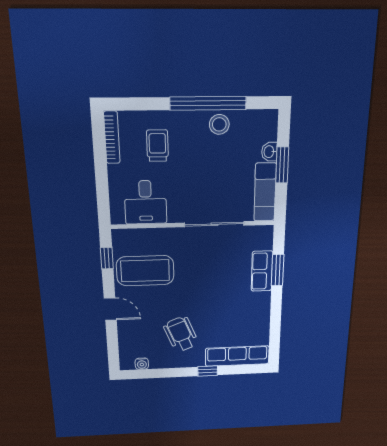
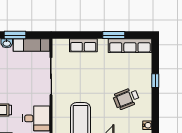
window: (278, 270) -> (114, 35), moved
row of seats: (237, 356) -> (130, 46), moved, turned -90

